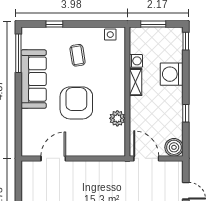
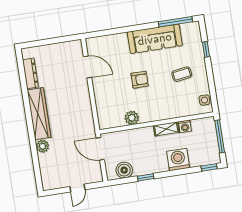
window: (153, 24) -> (220, 136), width x1.44
armchair: (76, 103) -> (140, 80), width x0.53, depth x0.53
boiler: (174, 147) -> (124, 170), moved
door: (146, 158) -> (100, 149), swing flipped

